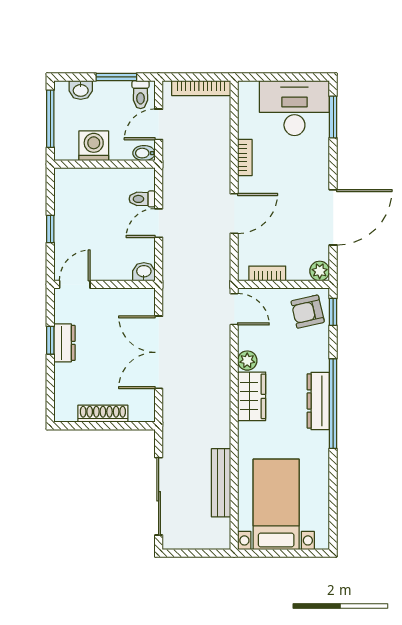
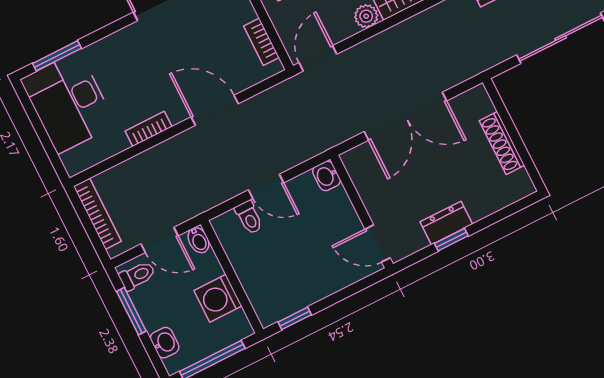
window: (50, 229) -> (295, 318), moved

